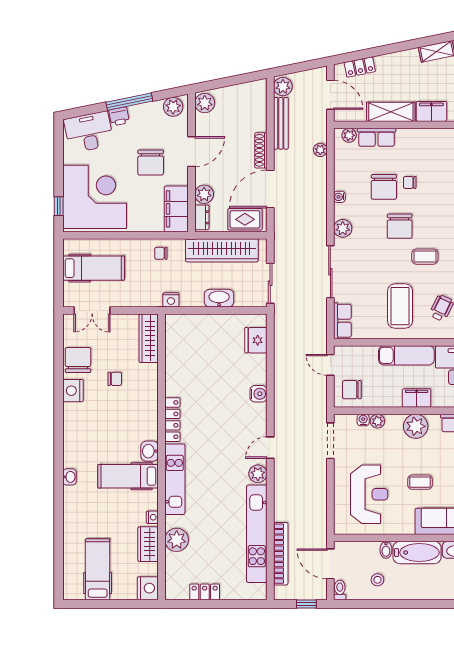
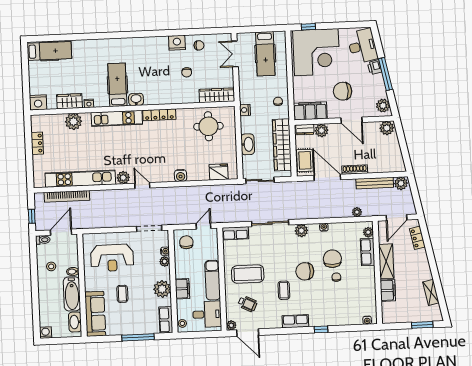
chair: (384, 187) -> (332, 259), turned 90
round table: (191, 352) -> (208, 126), added
chair: (78, 360) -> (199, 45), width x0.54, depth x0.54
washbasin: (70, 477) -> (115, 43), removed
hospital bed: (98, 569) -> (49, 51), moved

